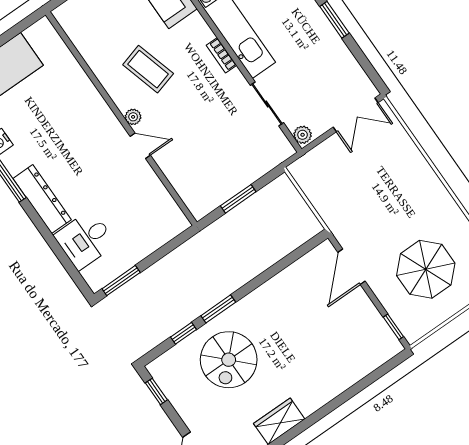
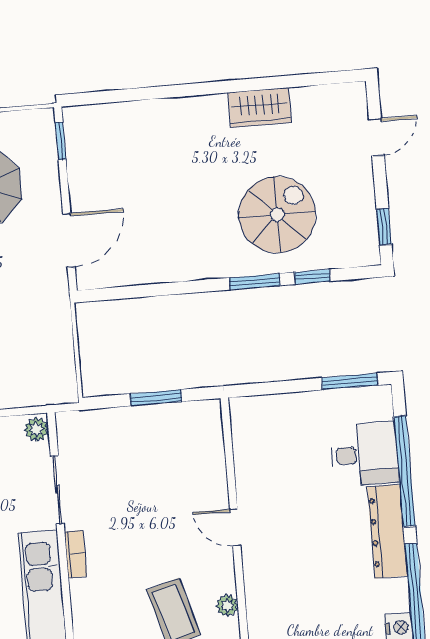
bookcase: (221, 55) -> (76, 554), moved
plant: (133, 117) -> (227, 606), moved
window: (53, 244) -> (405, 471), added

